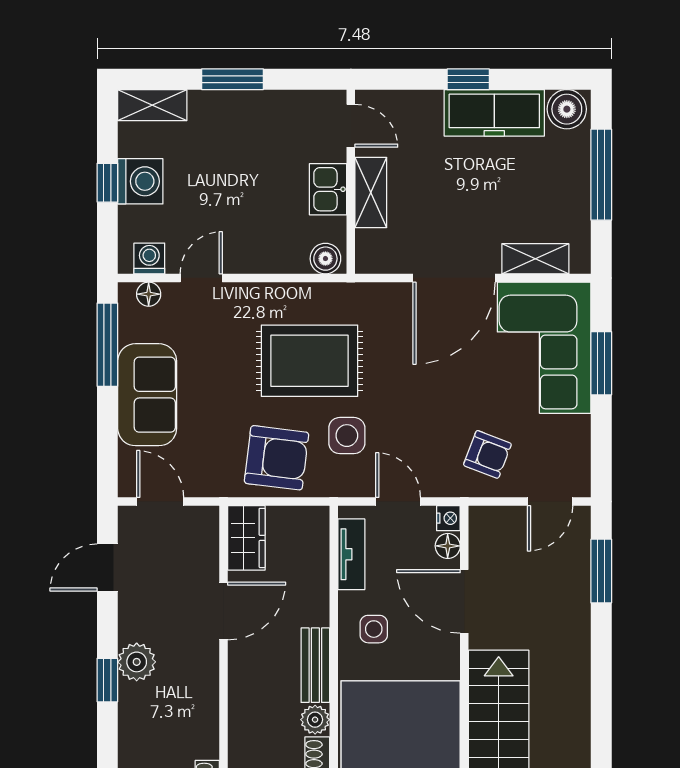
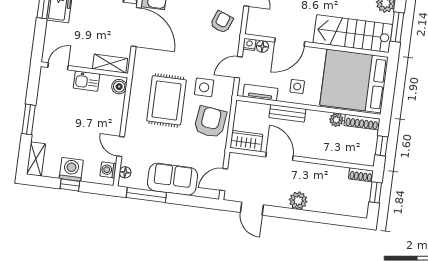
shelving: (371, 192) -> (110, 64), moved
bench: (315, 665) -> (287, 113), moved
window: (107, 680) -> (305, 216), removed

